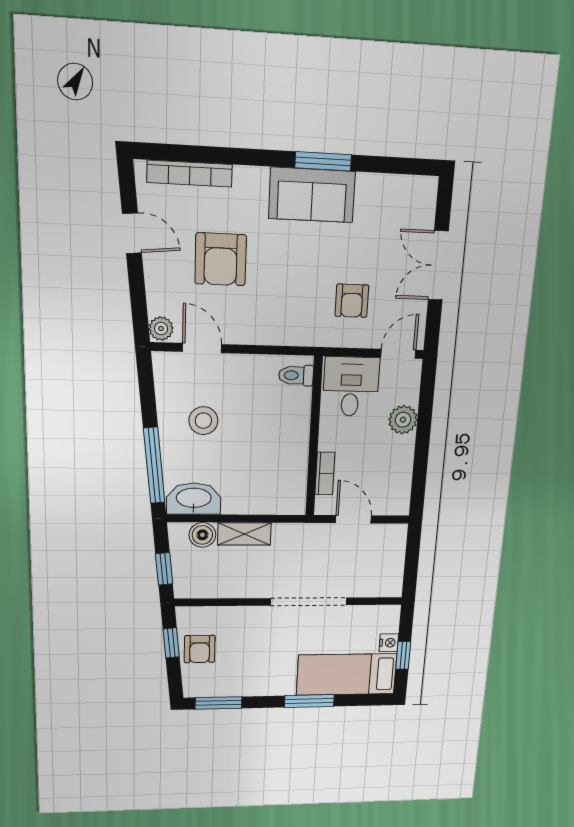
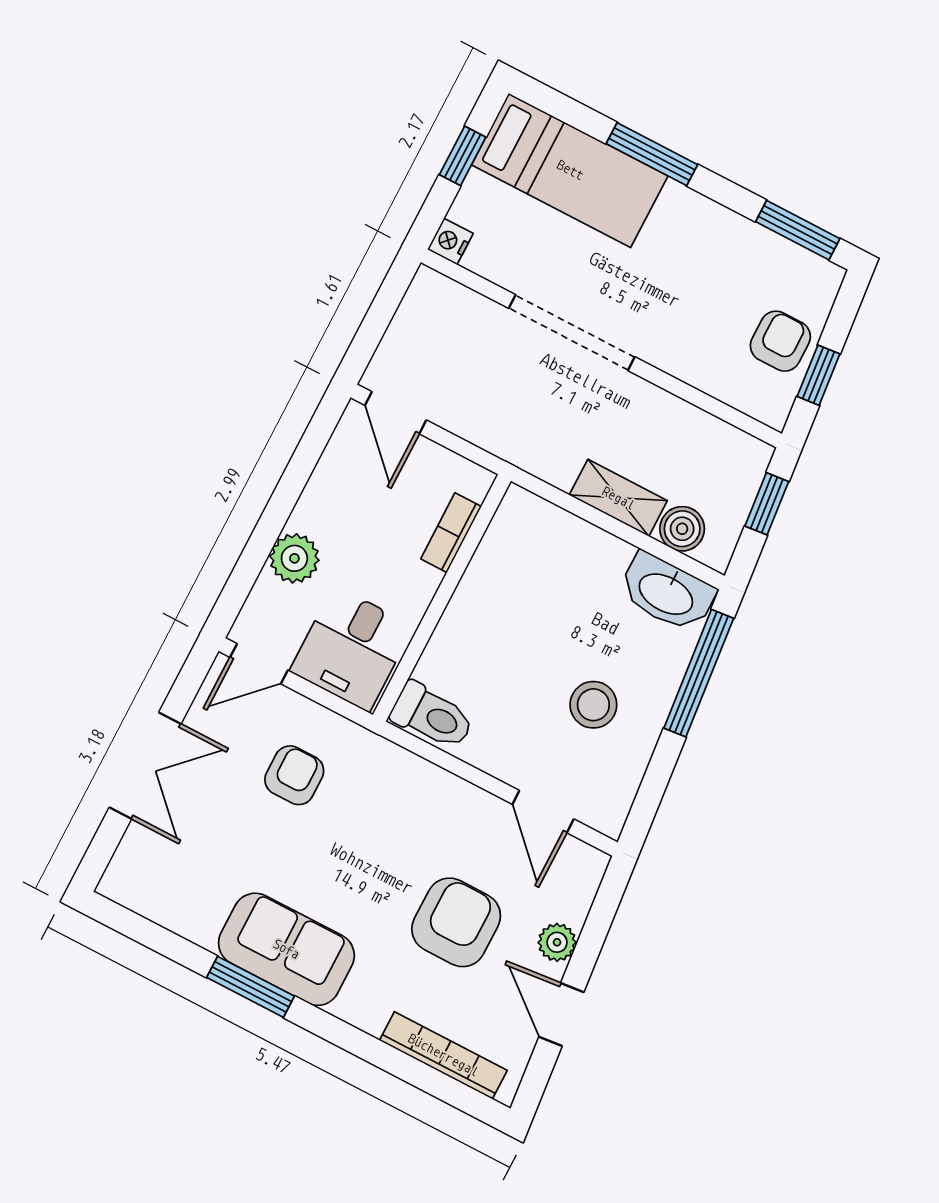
plant: (161, 329) -> (557, 942), moved
toilet: (296, 375) -> (432, 716), width x1.37, depth x1.39
door: (354, 519) -> (396, 413), moved
nightstand: (389, 643) -> (450, 241), moved

